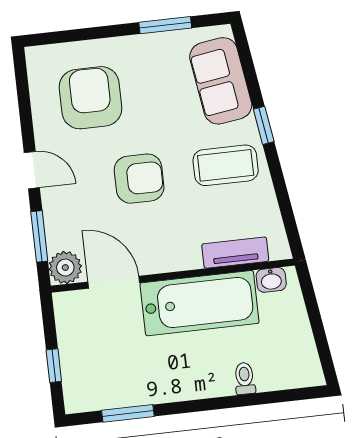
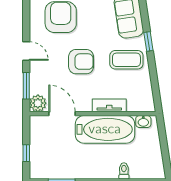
tv unit: (235, 253) -> (109, 105), moved

